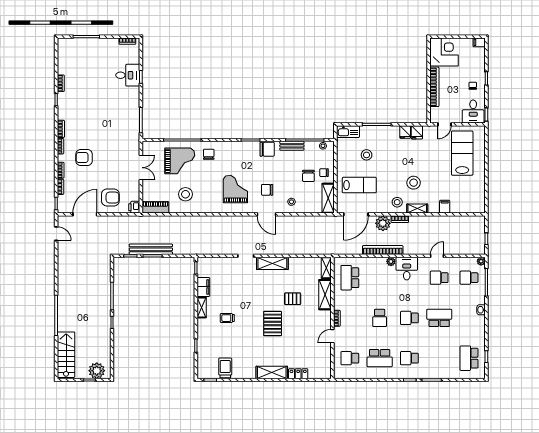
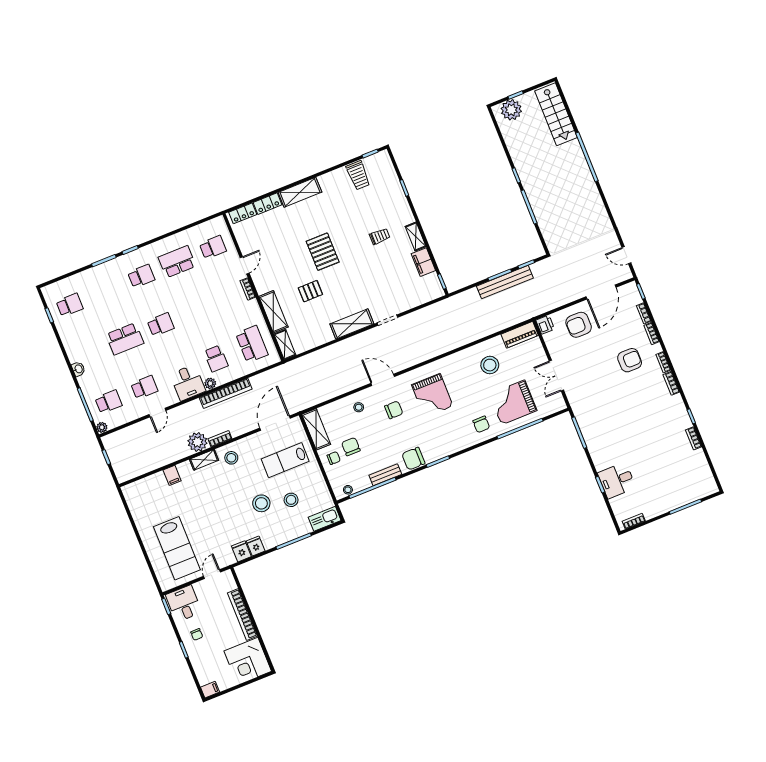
stool: (414, 183) -> (261, 503), moved
plant: (383, 223) -> (197, 442), moved
school desk: (380, 318) -> (216, 359), moved, turned 180
school desk: (469, 358) -> (70, 305), width x0.54
locker: (319, 374) -> (243, 213), added

